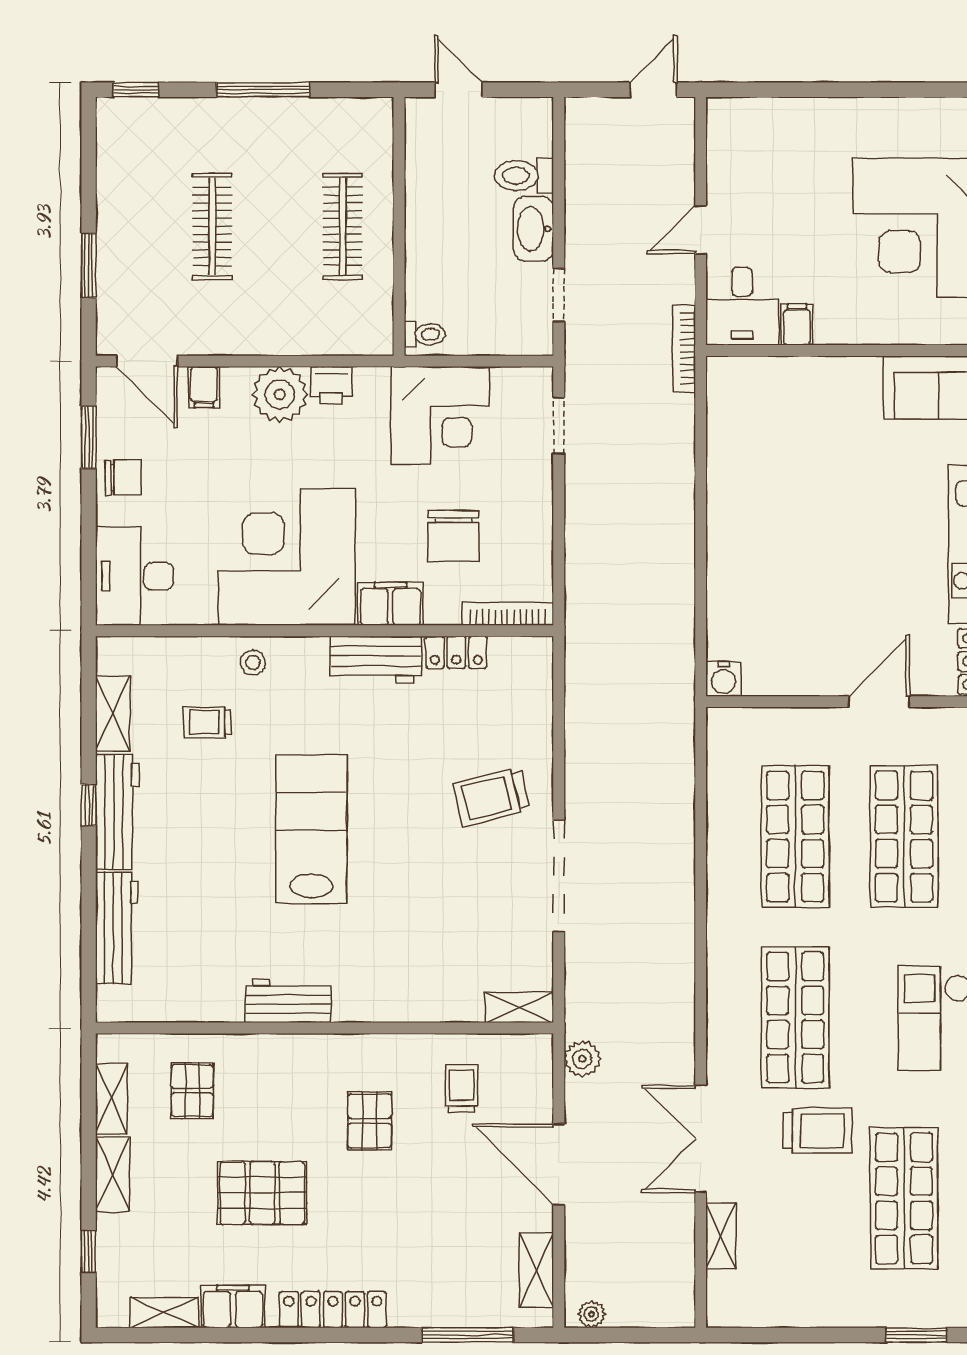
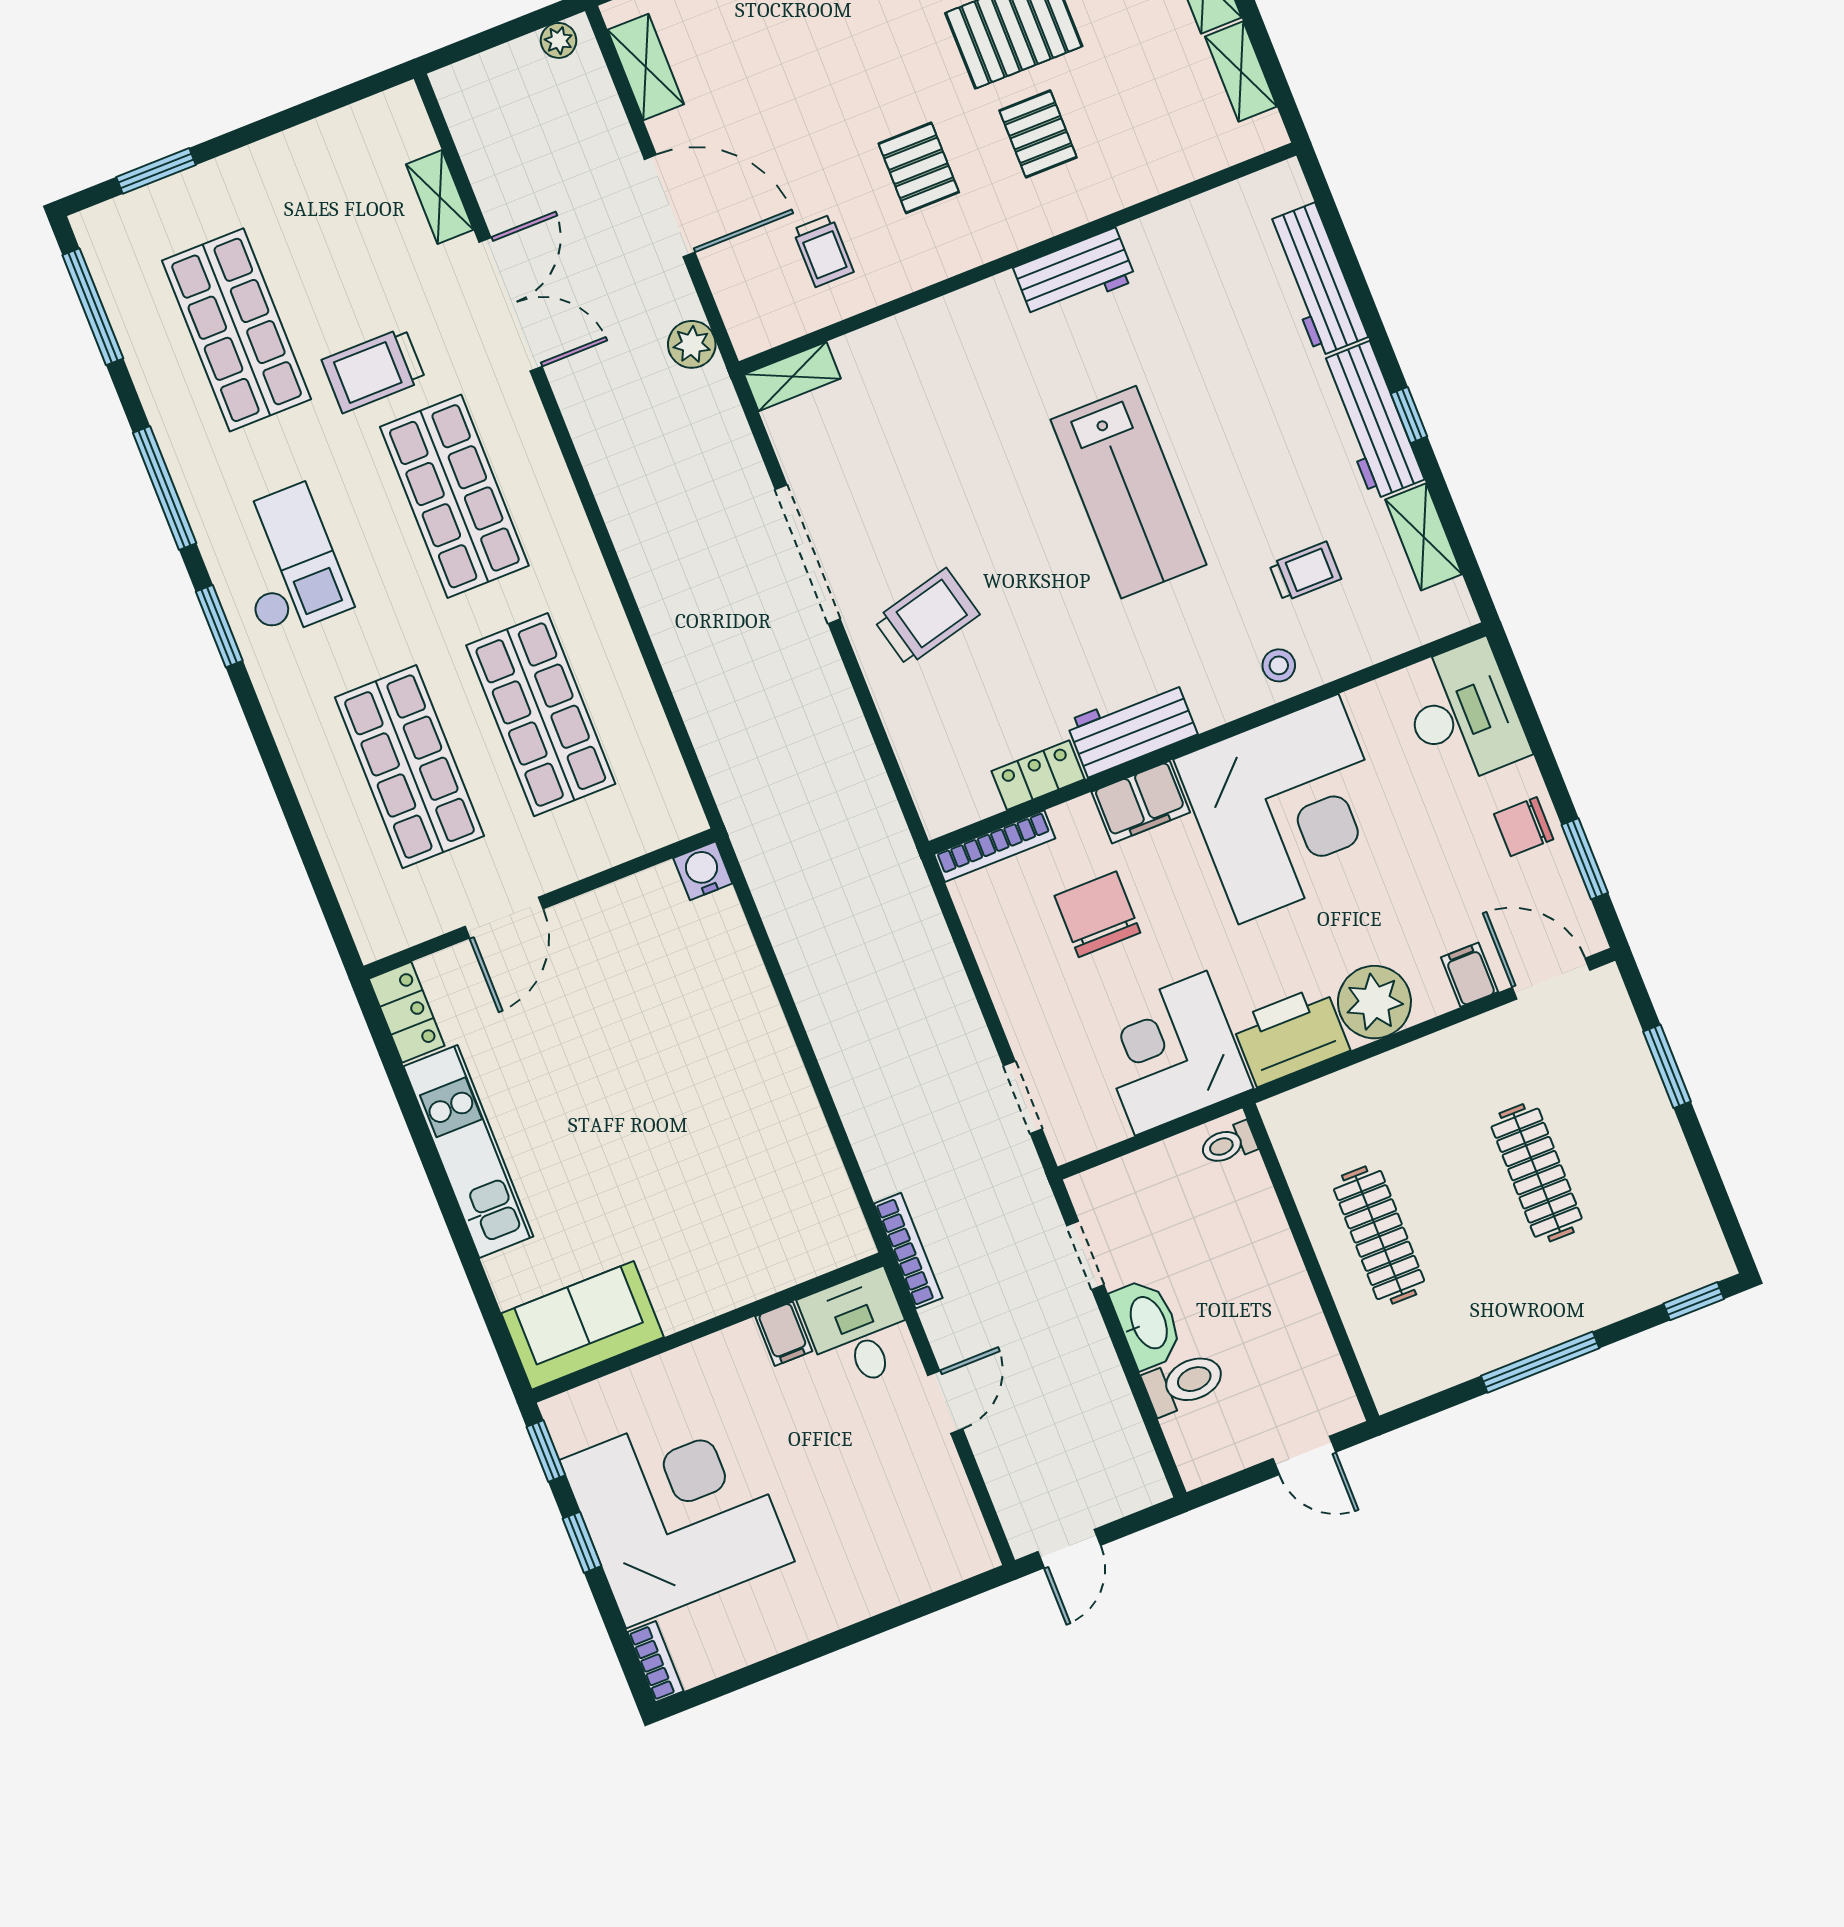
printer: (331, 385) -> (1291, 1036), width x1.87, depth x1.48
pallet: (192, 1091) -> (1038, 134), moved

